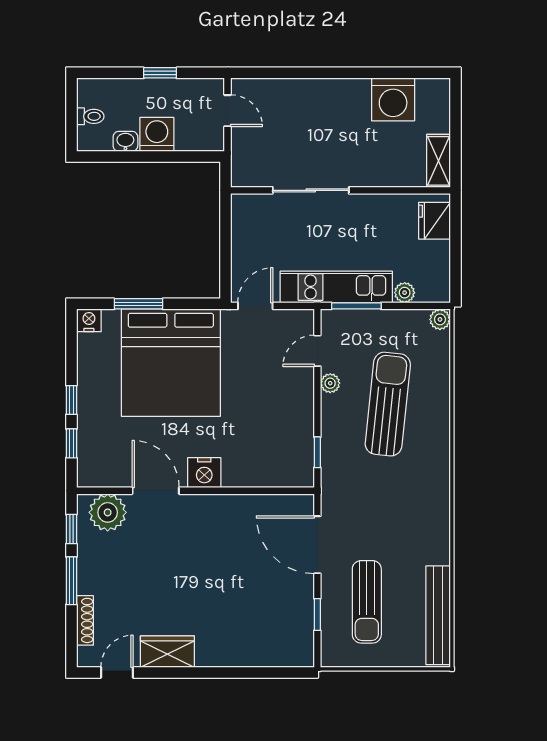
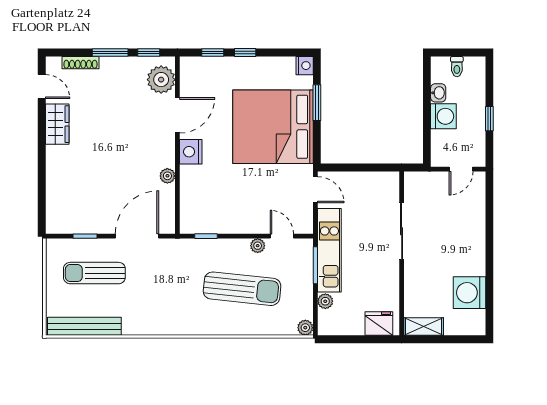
plant: (237, 504) -> (167, 176), added

